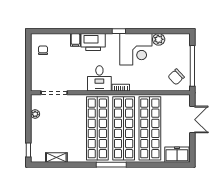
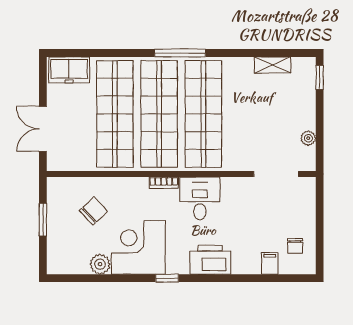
filing cabinet: (75, 40) -> (270, 263), moved
window: (192, 66) -> (43, 220), width x0.47
chair: (176, 77) -> (93, 211), moved

